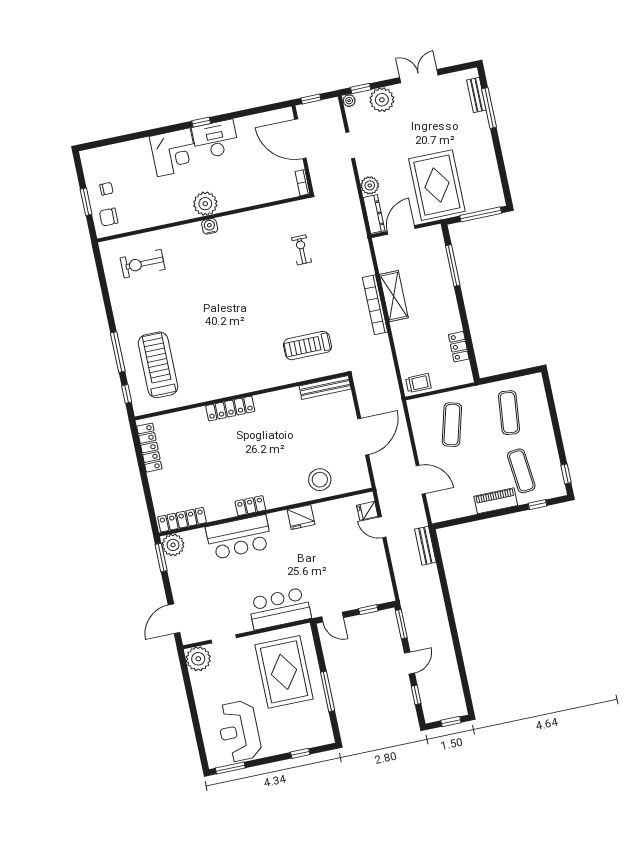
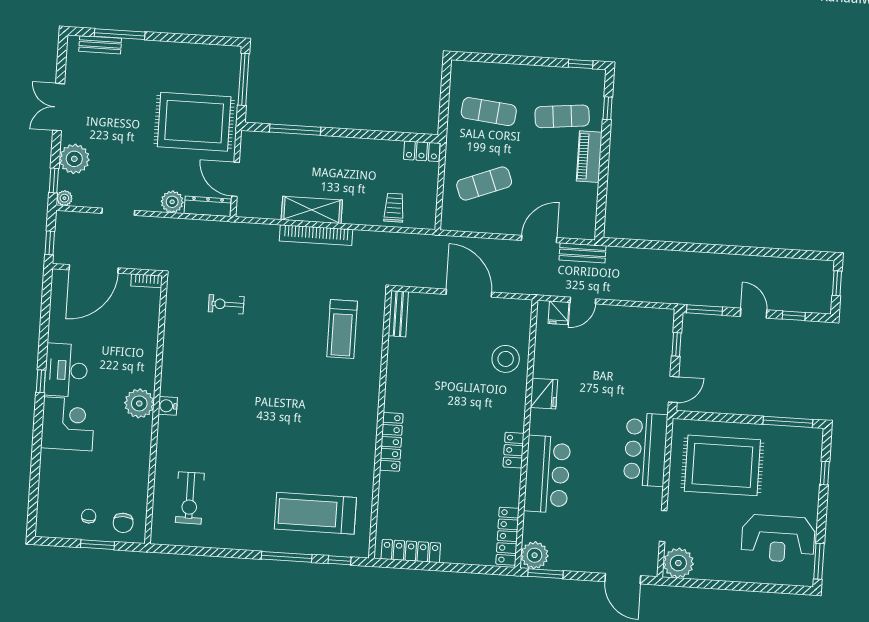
locker: (459, 347) -> (422, 151), moved
trolley: (418, 383) -> (394, 208), moved
bench: (325, 388) -> (398, 314), width x0.73
exercise mat: (452, 425) -> (484, 183), turned -36
bench: (425, 546) -> (582, 253), moved
window: (328, 691) -> (788, 422), moved

